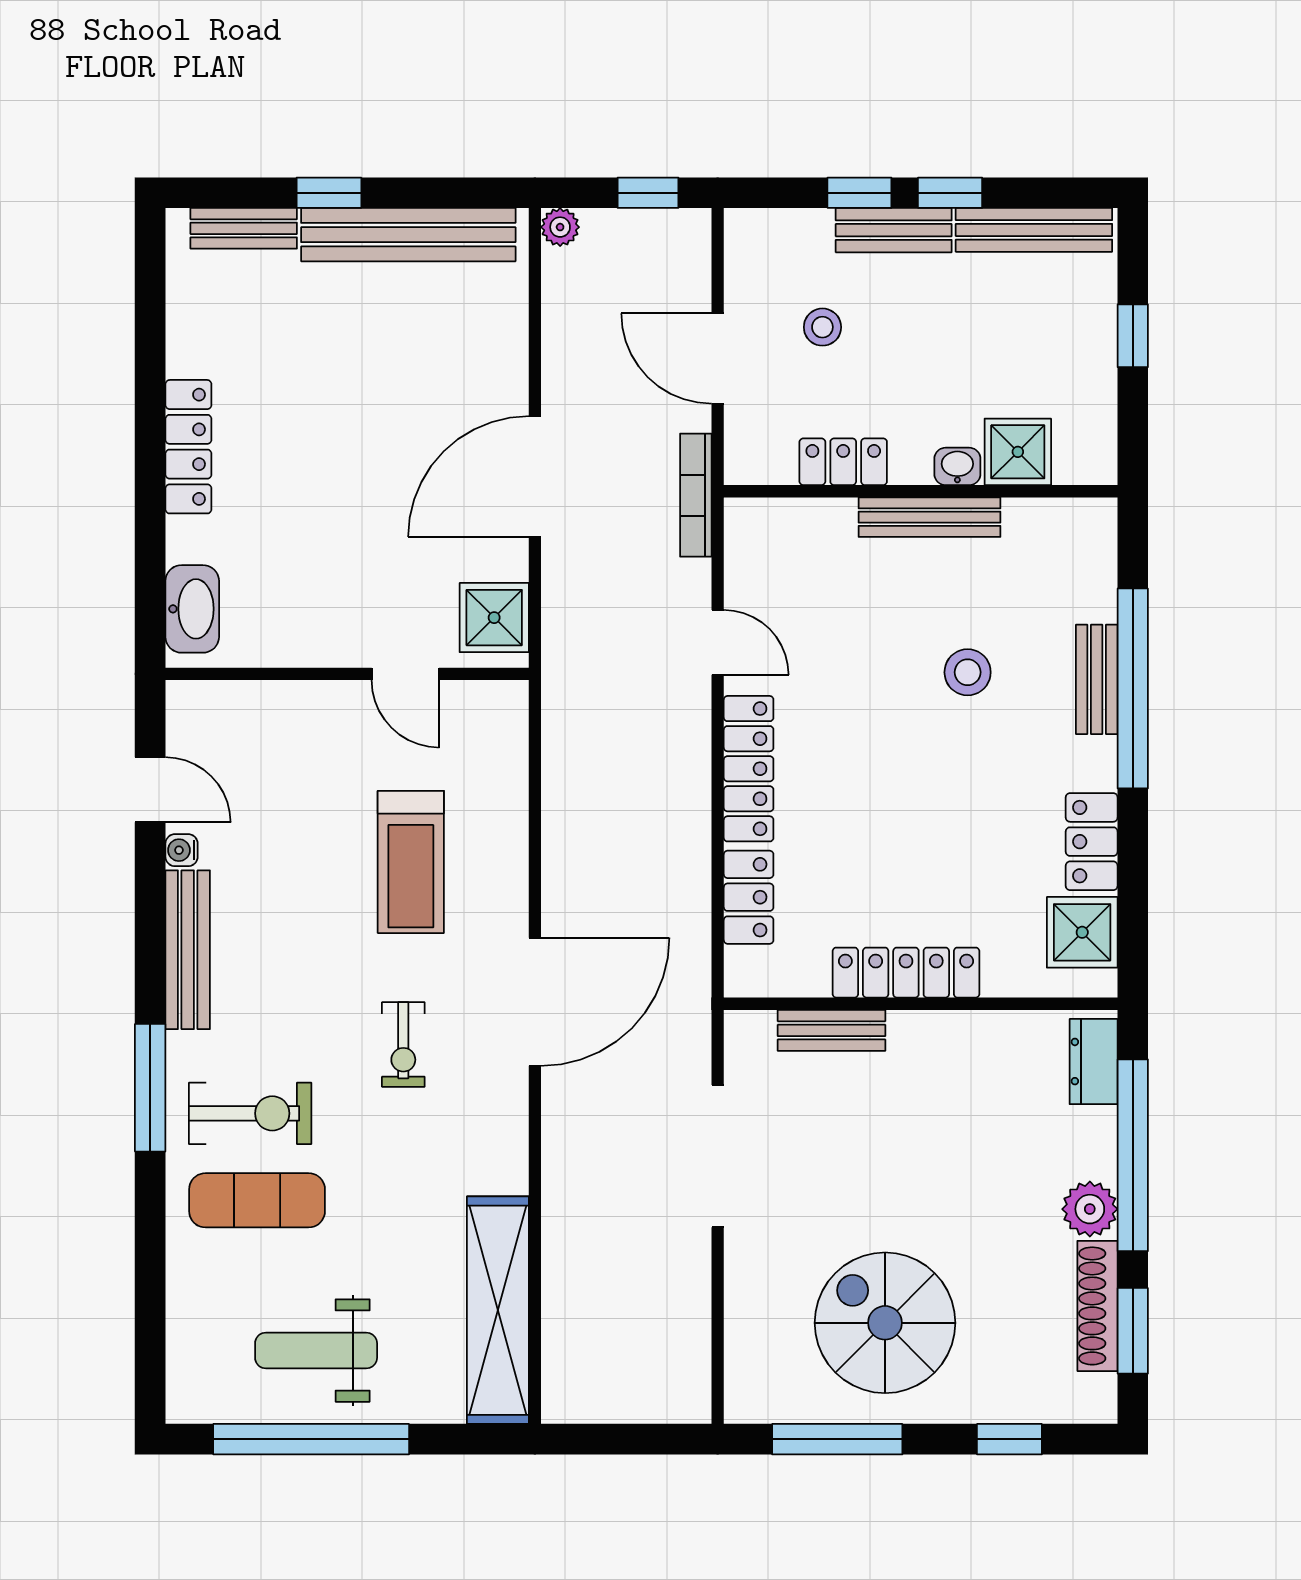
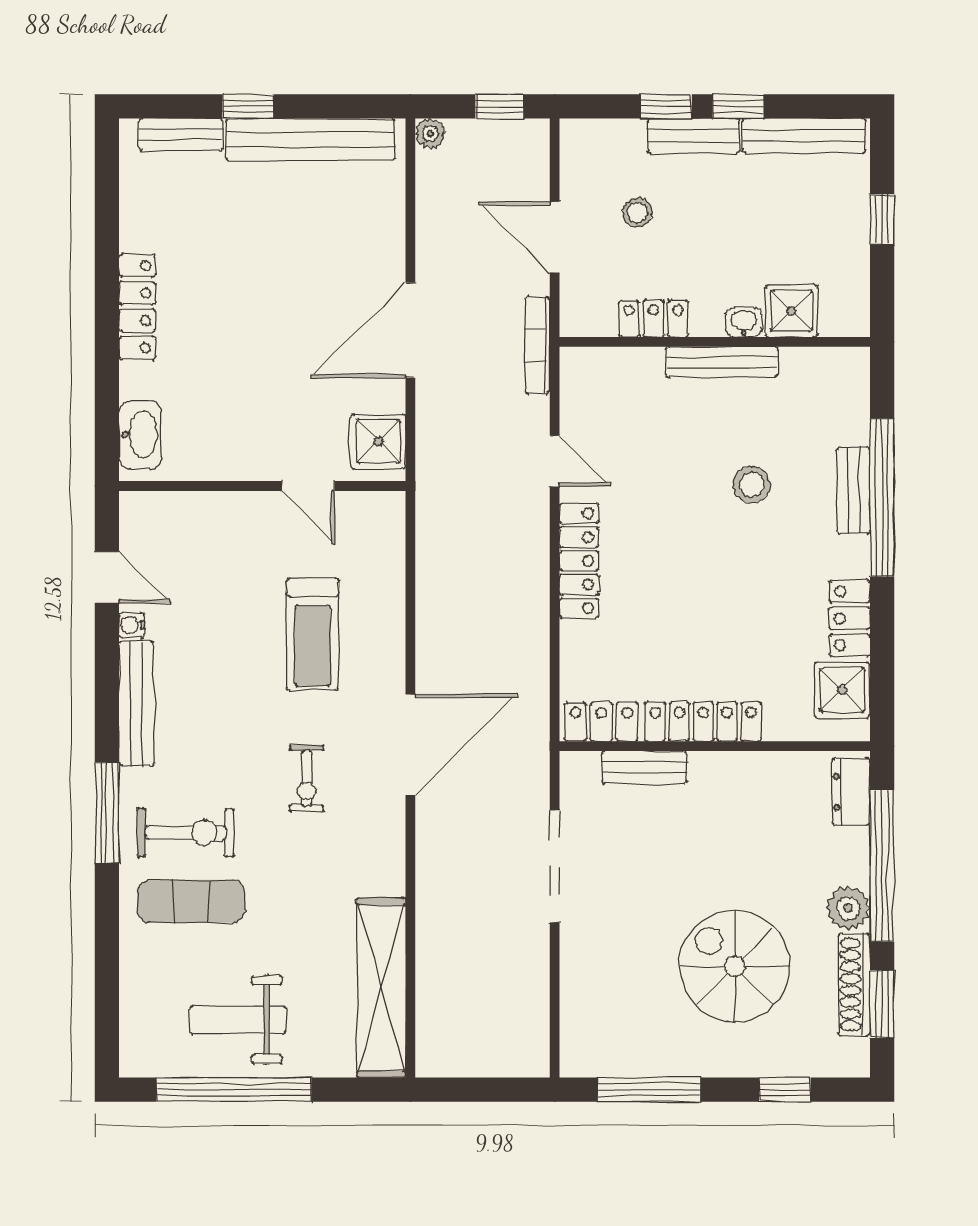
locker: (749, 897) -> (601, 722), moved, turned -90
spiral stairs: (885, 1323) -> (735, 966), moved

